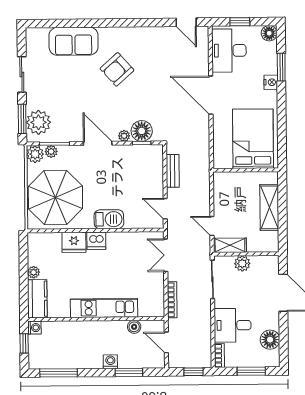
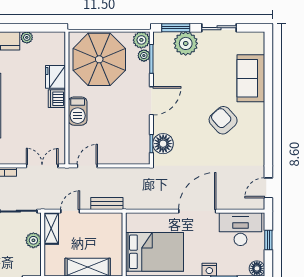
plant: (38, 122) -> (186, 43), moved
plant: (124, 136) -> (158, 127), removed
bench: (173, 171) -> (107, 203), moved

